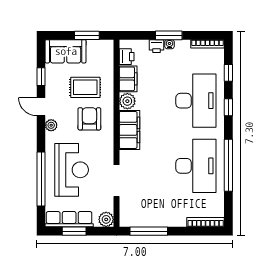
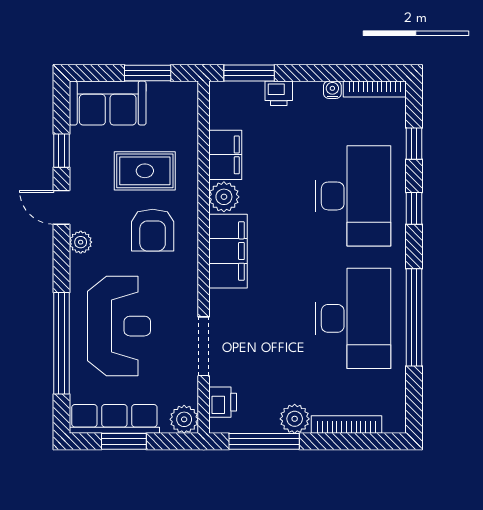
window: (169, 35) -> (249, 73), moved
water cooler: (169, 44) -> (332, 90), moved
printer: (127, 57) -> (223, 402), moved
armchair: (89, 119) -> (153, 230), turned 180
plant: (165, 219) -> (295, 419), added
bookcase: (206, 222) -> (346, 425), moved

